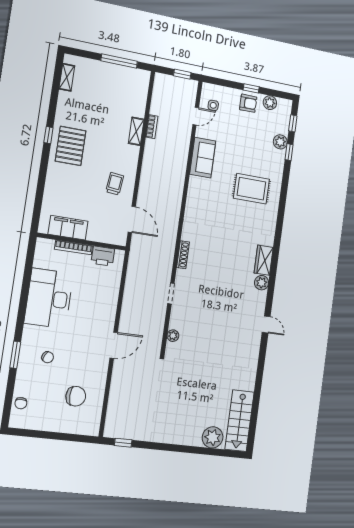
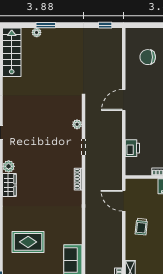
printer: (103, 256) -> (132, 148), moved, turned 90
plant: (173, 336) -> (77, 124), moved
plant: (213, 437) -> (37, 32), width x0.53, depth x0.53
window: (195, 450) -> (46, 25), added

